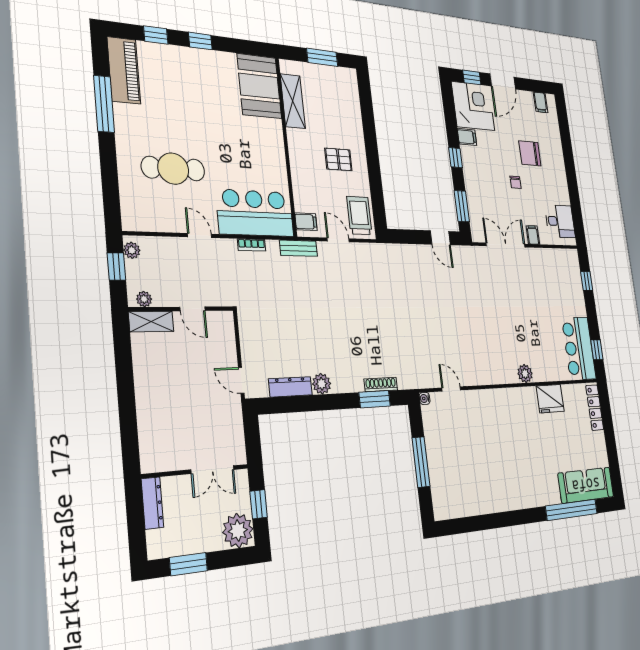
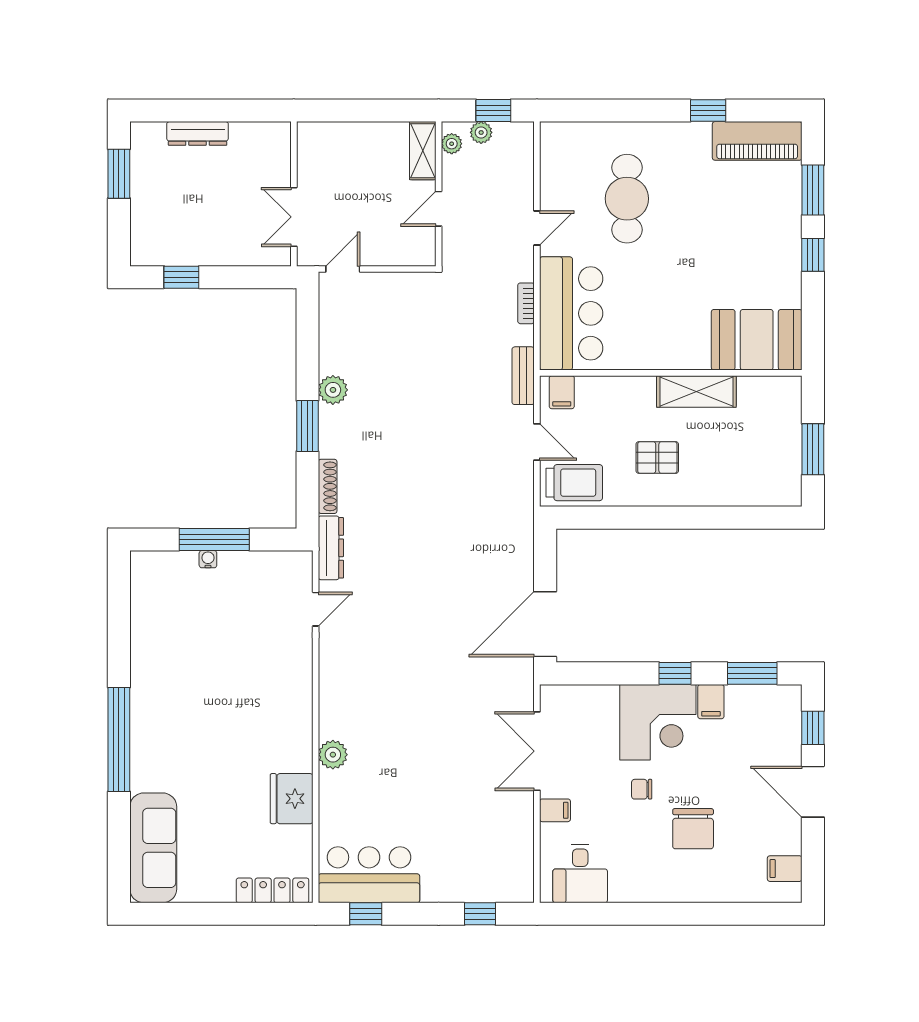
window: (156, 35) -> (813, 190), width x1.50
shelving: (293, 101) -> (696, 391), moved
window: (104, 104) -> (708, 111), width x0.46
corner desk: (473, 106) -> (658, 722), moved
chair: (530, 153) -> (693, 829), turned 180
pallet: (338, 159) -> (657, 457), turned 90
window: (462, 206) -> (752, 673), moved
door: (440, 238) -> (545, 624), width x1.87
door: (338, 240) -> (537, 442), hinge flipped
double door: (506, 245) -> (537, 751), swing flipped
plant: (132, 250) -> (481, 132), moved
dresser: (290, 387) -> (331, 548), moved
water cooler: (425, 398) -> (208, 559), moved
window: (375, 399) -> (307, 426), moved
double door: (213, 470) -> (294, 217), moved
wall: (196, 471) -> (294, 194), moved
window: (572, 510) -> (119, 739), moved
plant: (238, 531) -> (152, 244), removed

